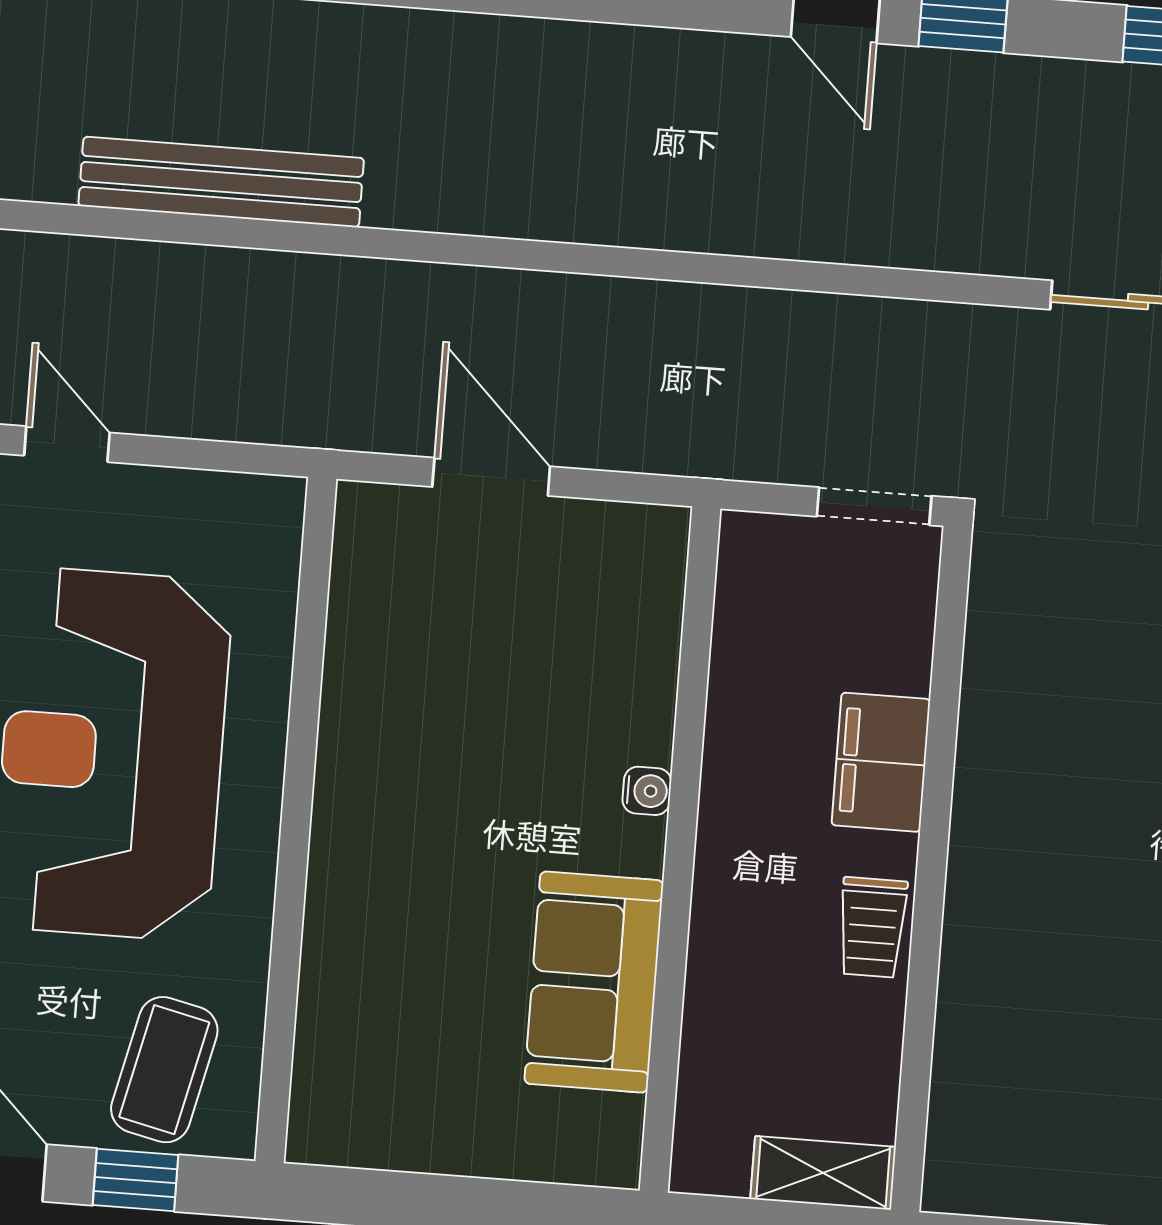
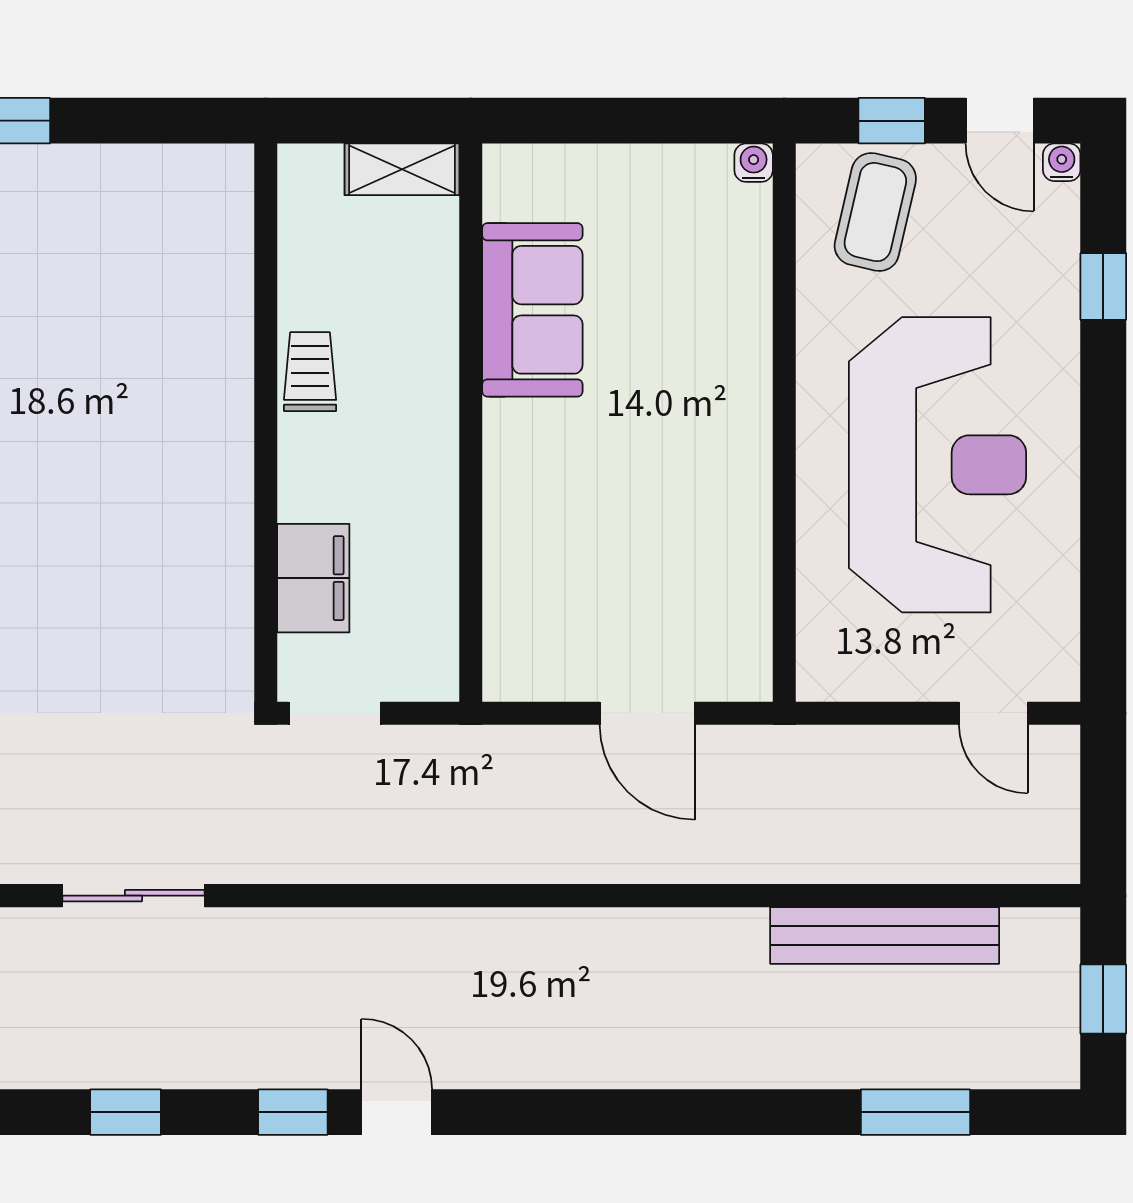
filing cabinet: (881, 762) -> (313, 578), moved
water cooler: (647, 791) -> (754, 163), moved, turned 90
shelving: (823, 1173) -> (402, 169), moved

